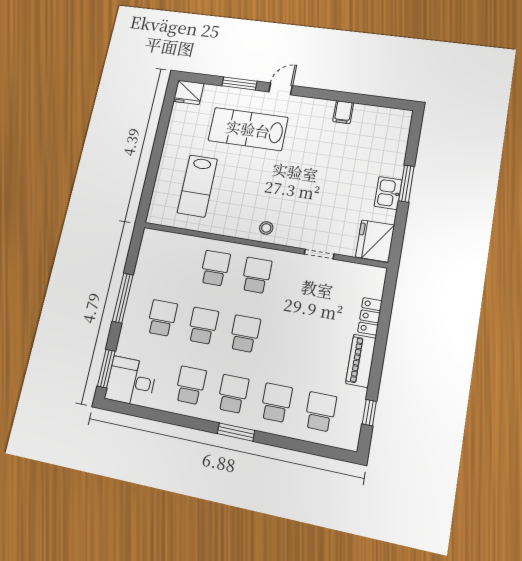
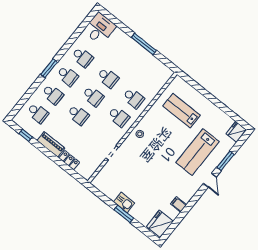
lab bench: (248, 129) -> (198, 152), turned 180
fridge: (375, 241) -> (160, 224), moved, turned -90
school desk: (162, 318) -> (78, 115), moved
window: (106, 369) -> (113, 19), removed

